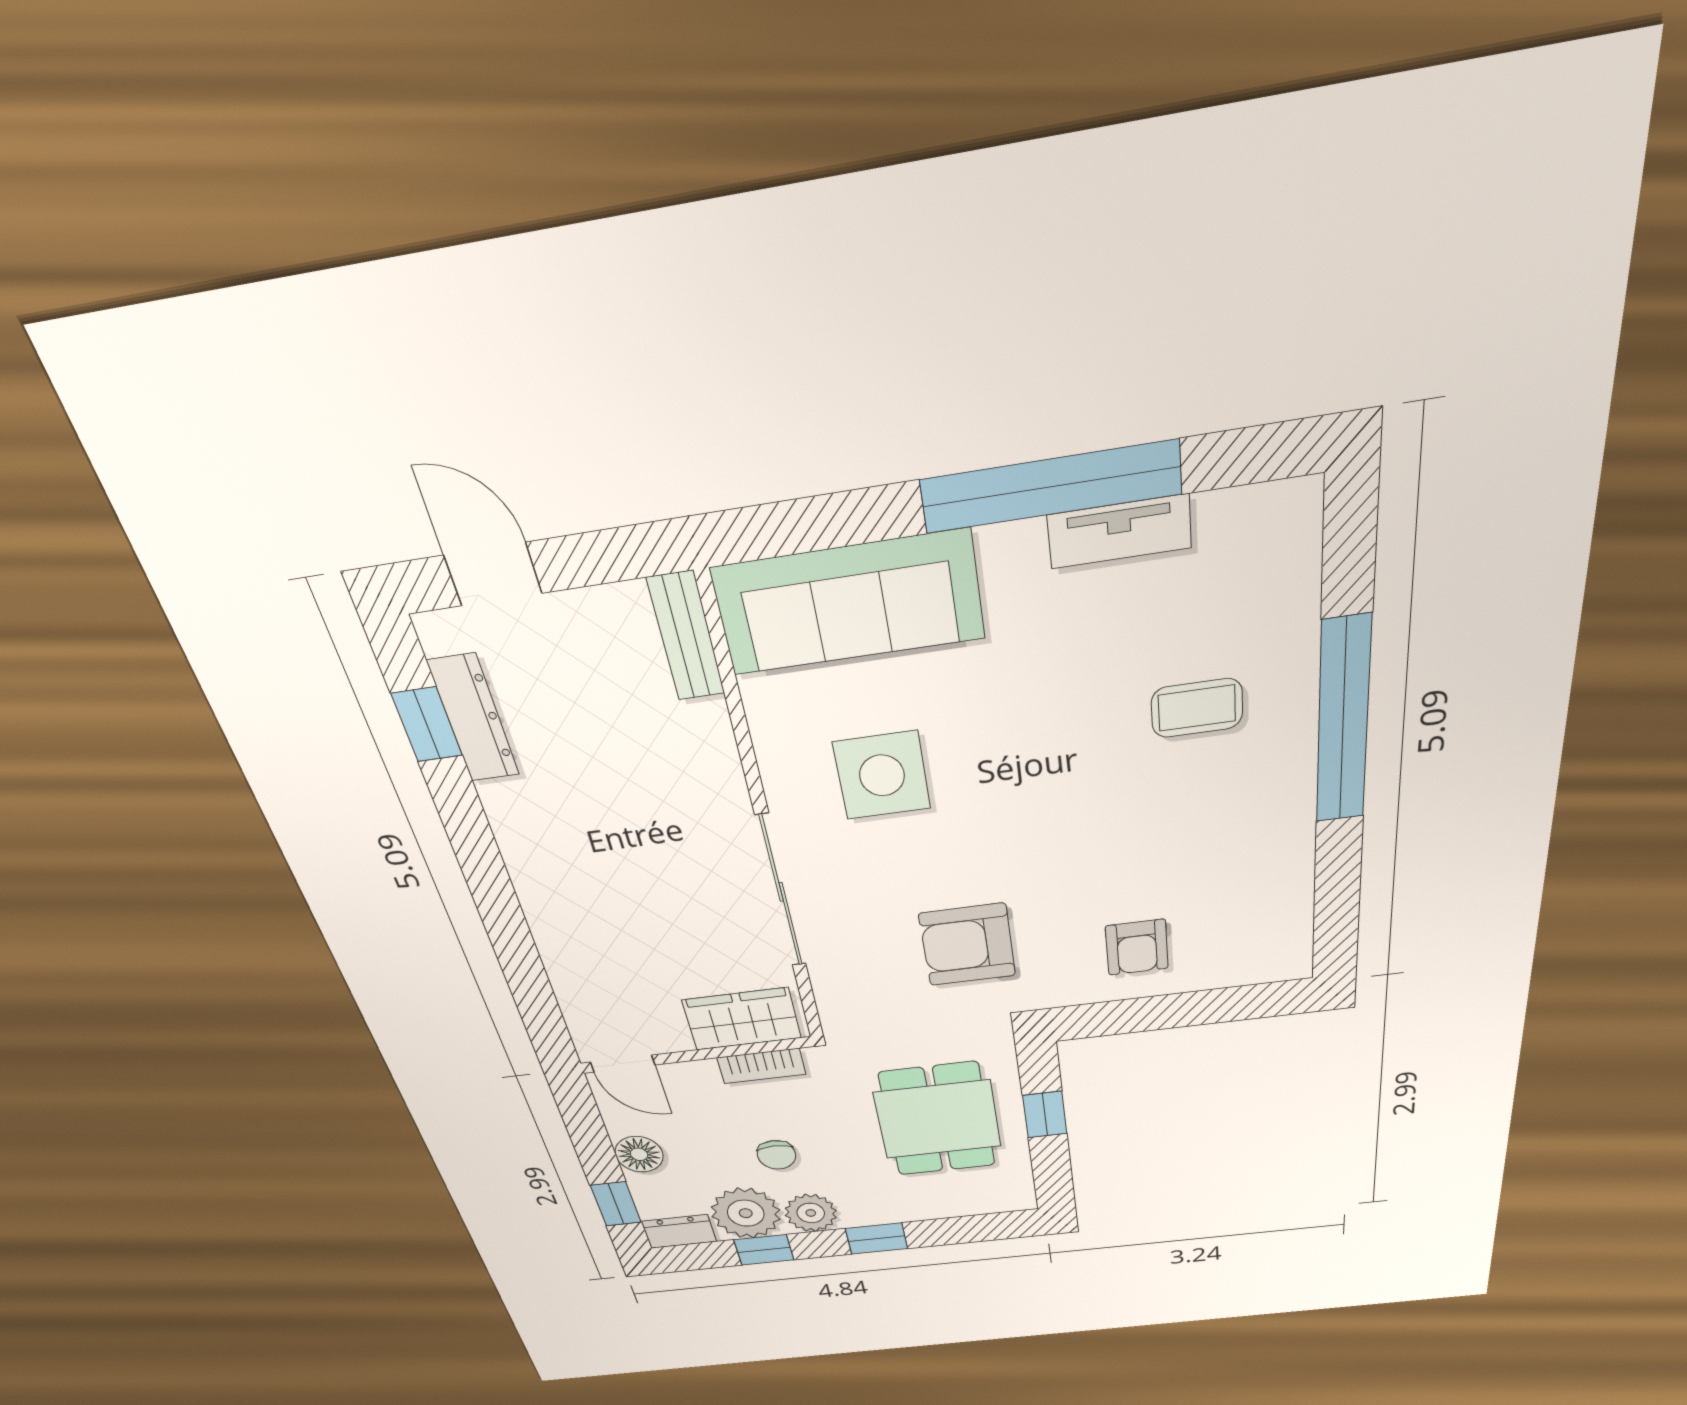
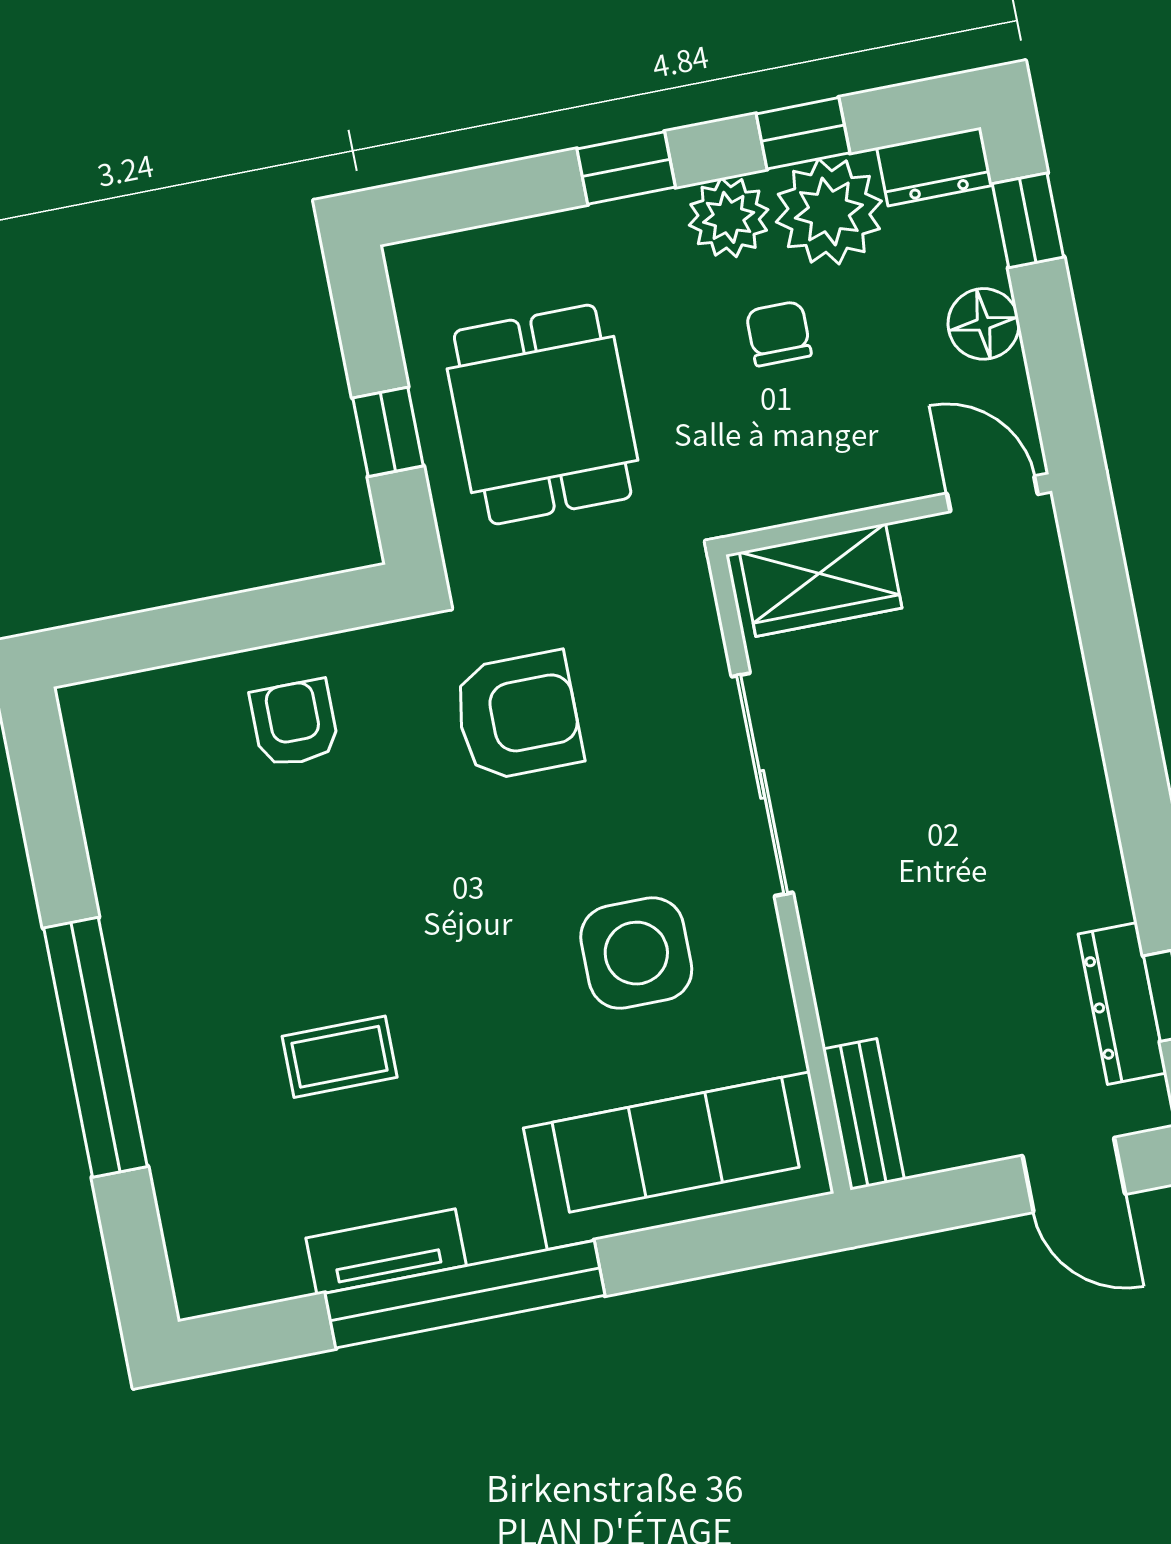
coffee table: (1197, 708) -> (340, 1057), moved
bookcase: (761, 1066) -> (796, 500), removed

